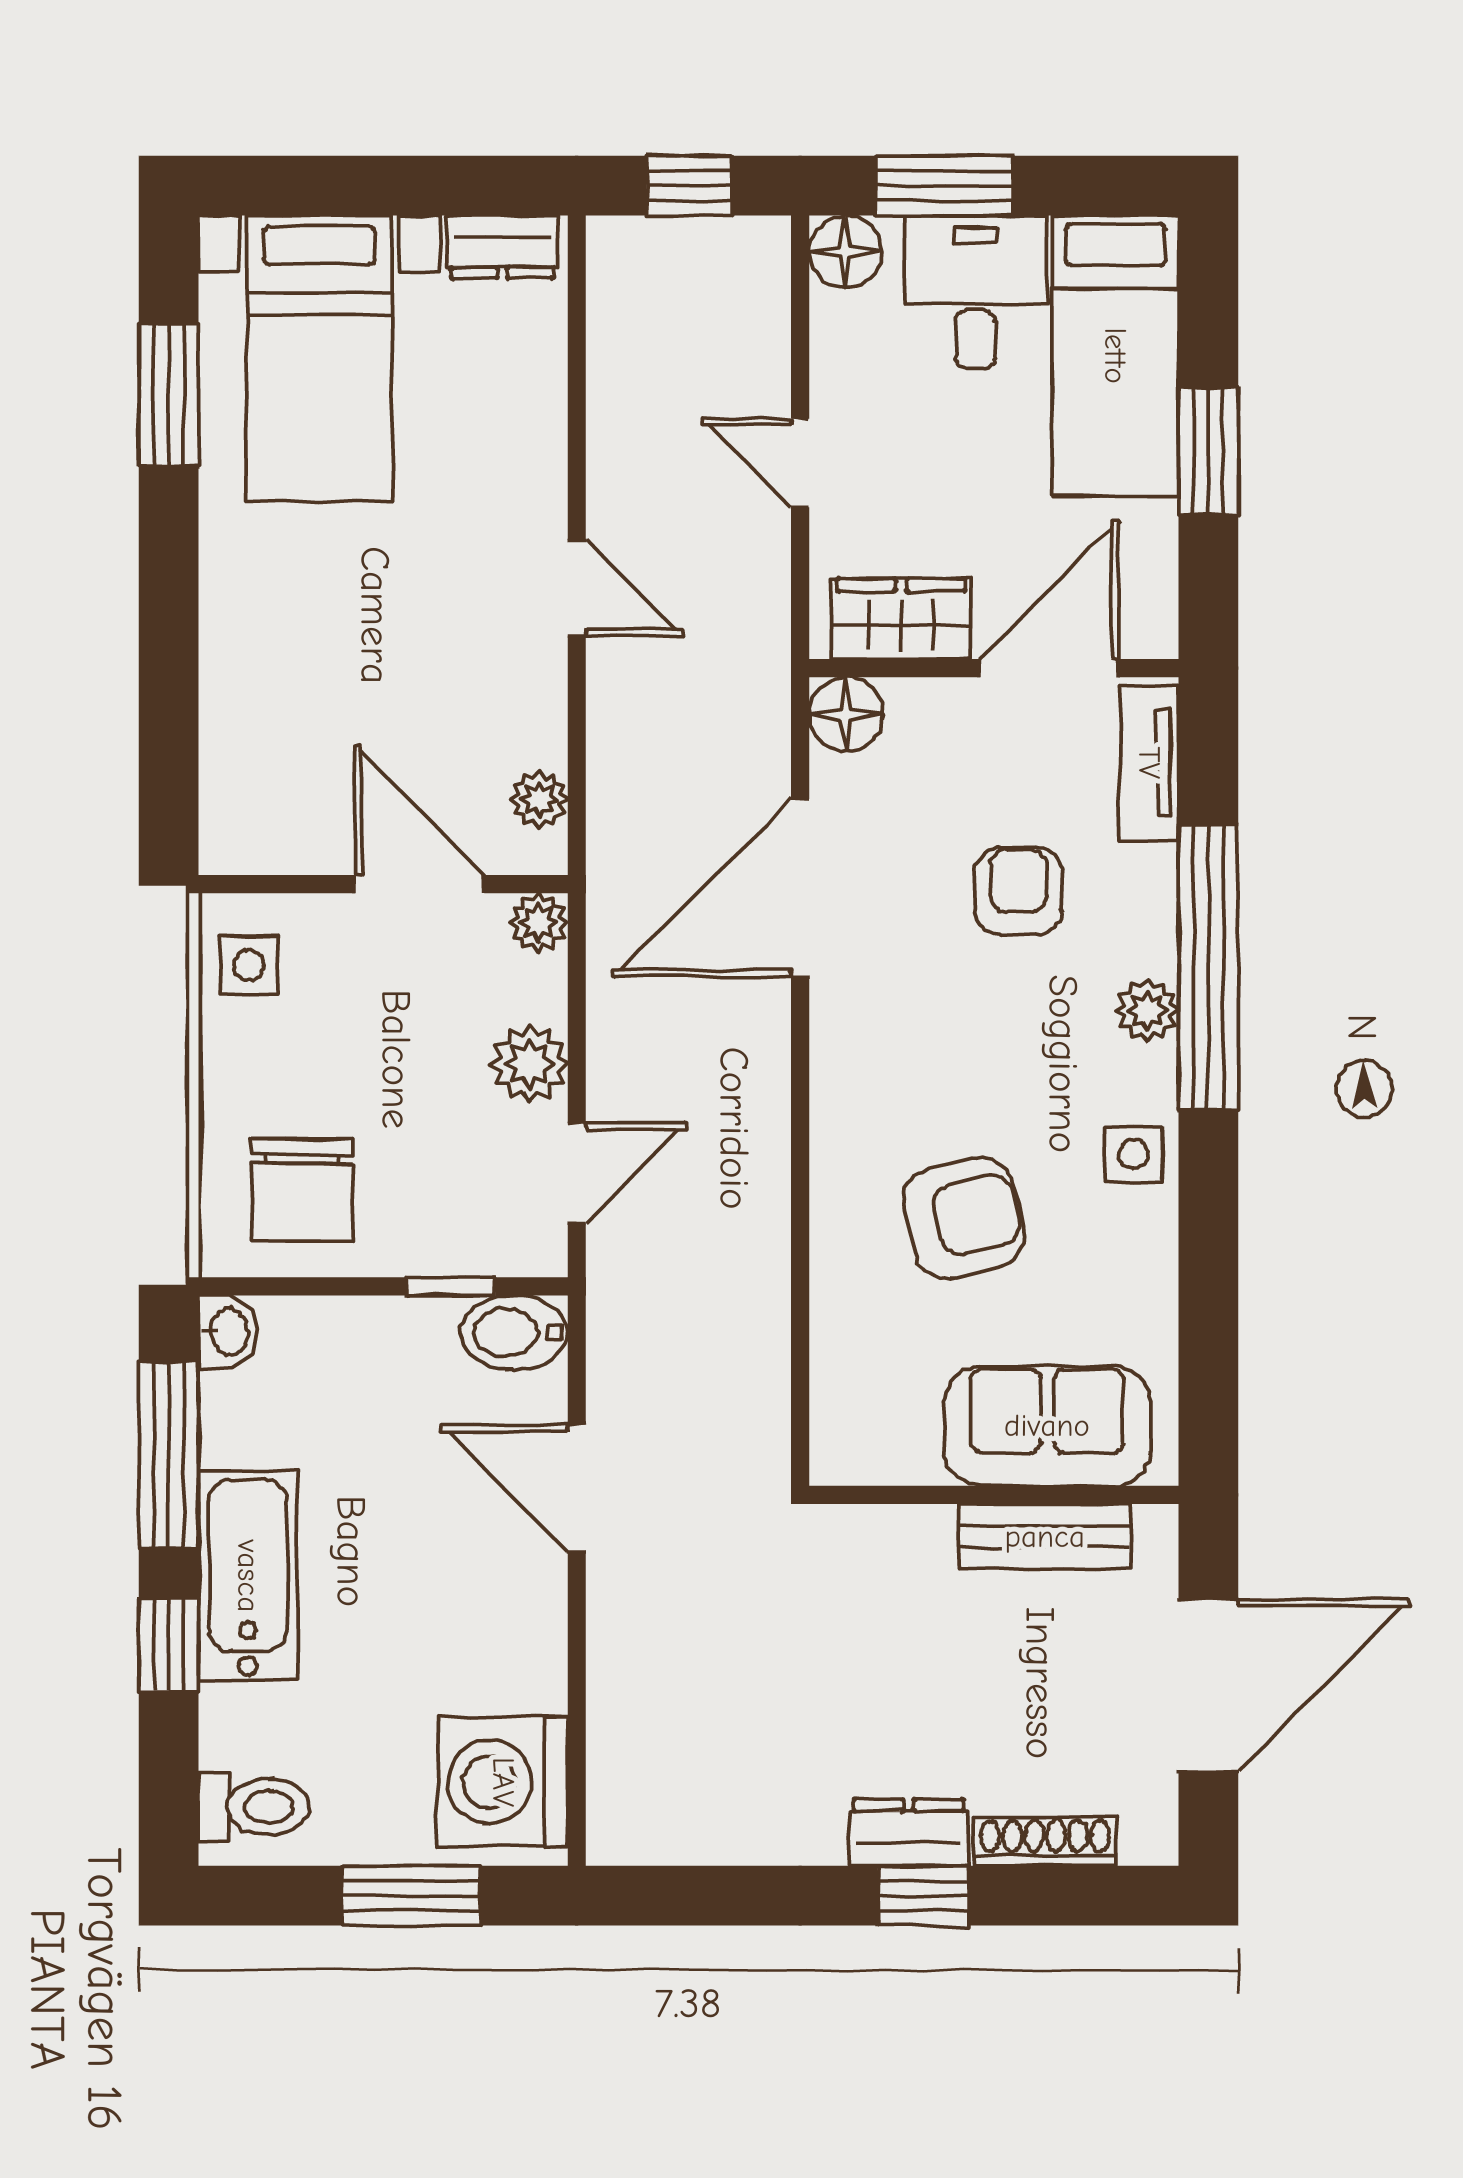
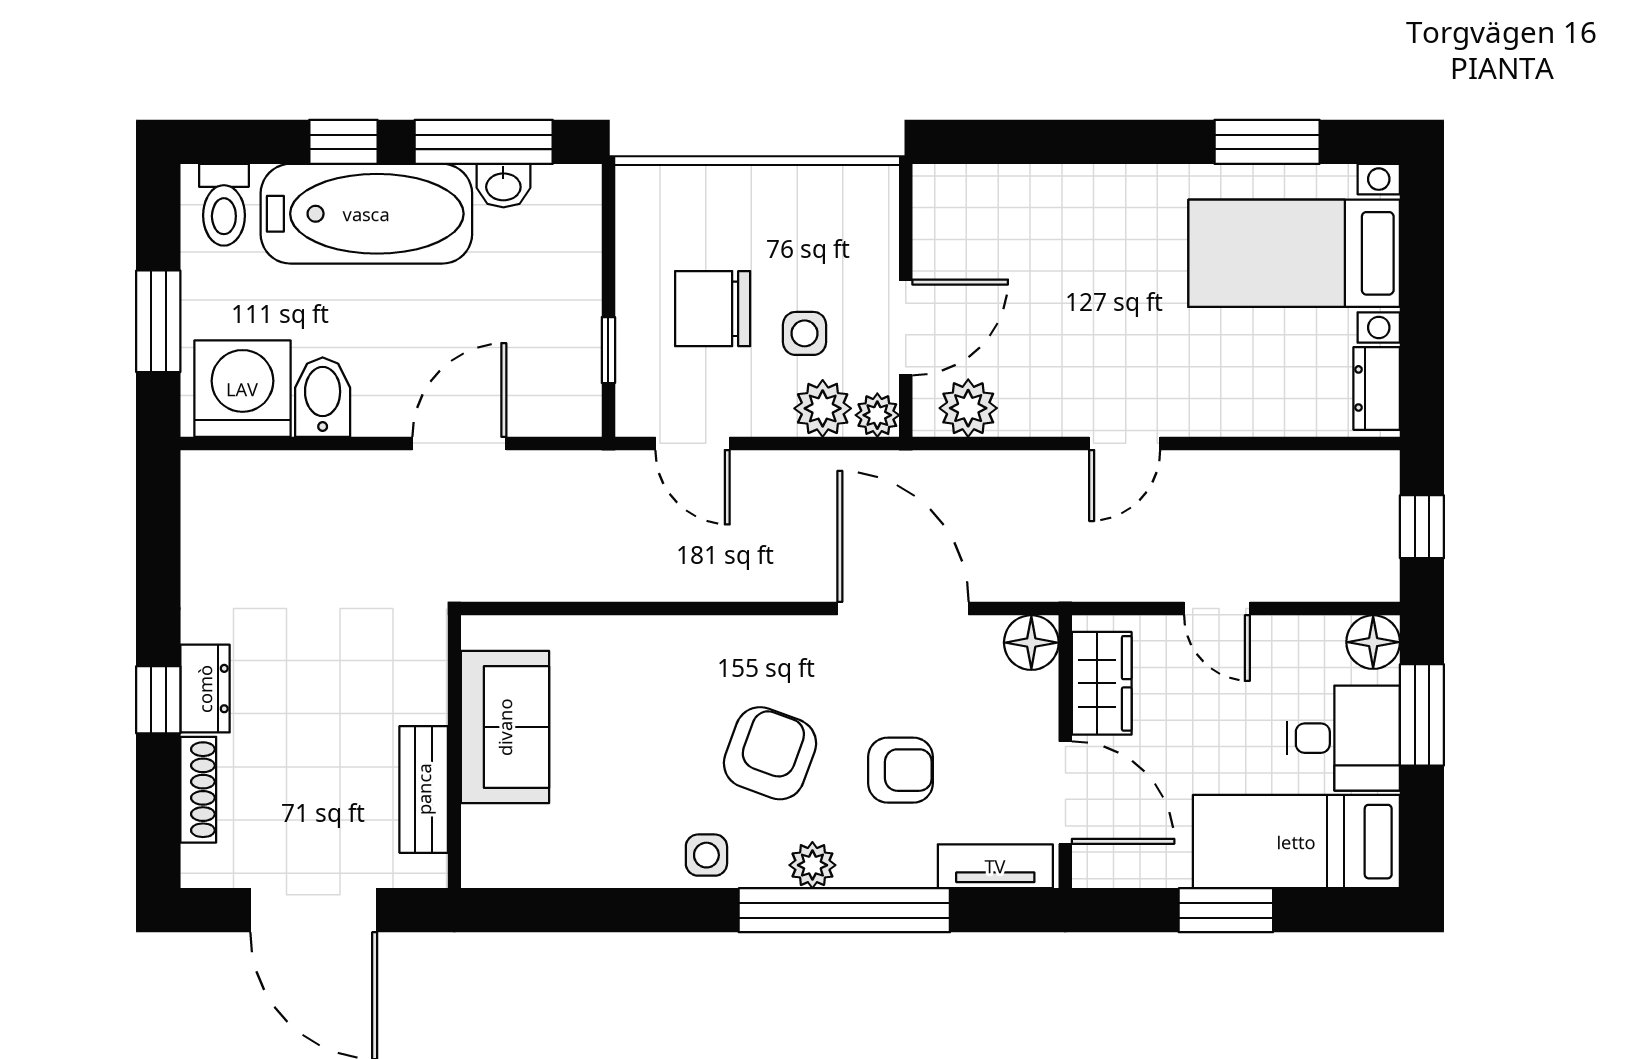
door: (800, 463) -> (1217, 609), swing flipped
plant: (539, 800) -> (968, 408), width x1.38, depth x1.38
side table: (249, 965) -> (805, 333), moved
plant: (529, 1064) -> (823, 408), moved
chair: (302, 1189) -> (713, 309), moved
armchair: (964, 1218) -> (770, 753), moved, turned -146
washbasin: (228, 1332) -> (503, 186), moved
bidet: (514, 1333) -> (323, 397), moved
sofa: (1047, 1426) -> (505, 727), moved
bathtub: (248, 1576) -> (366, 214), width x1.36, depth x1.36

